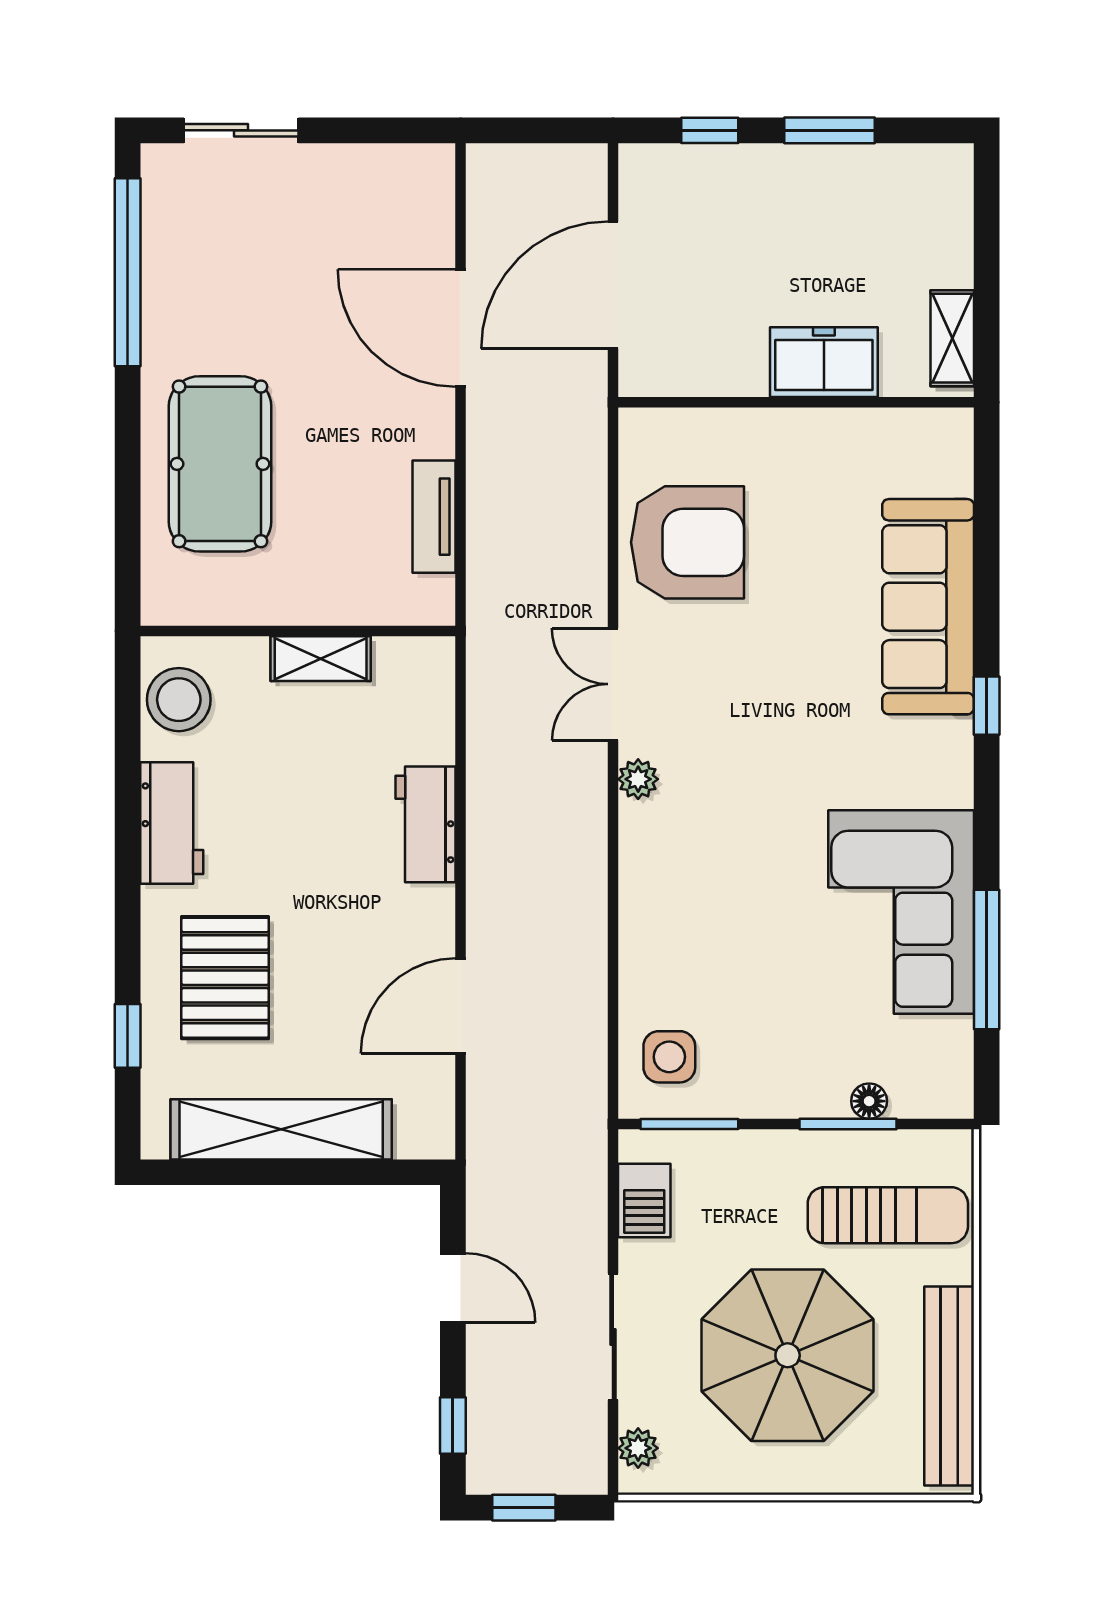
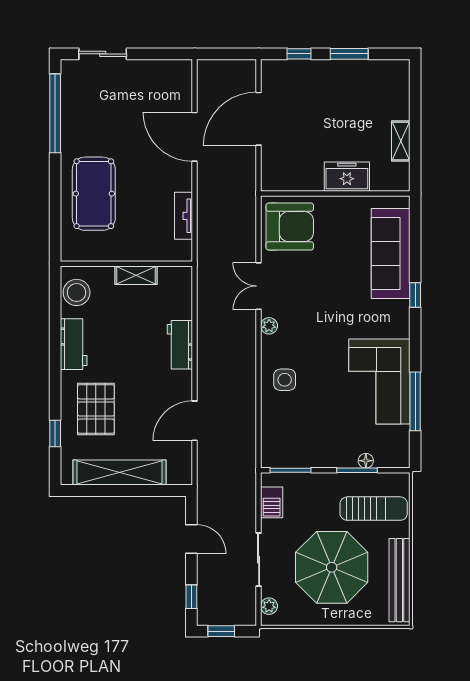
freezer: (824, 362) -> (347, 177), moved
wall: (796, 402) -> (335, 193), moved
side table: (669, 1057) -> (285, 380), moved

